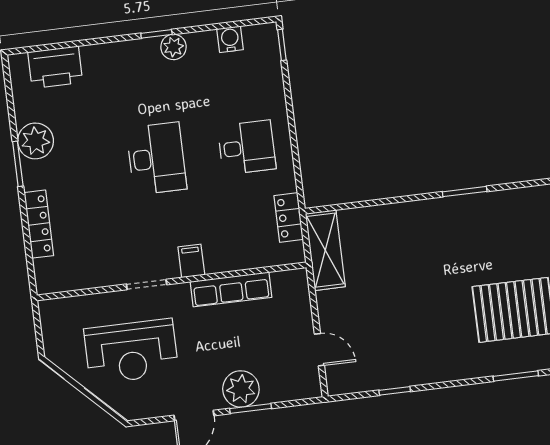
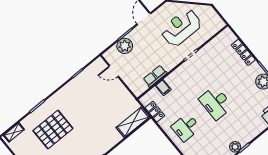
shelving: (325, 250) -> (133, 122), moved, turned 90
filing cabinet: (191, 261) -> (163, 88), moved
row of seats: (231, 289) -> (155, 76), width x0.68
plant: (241, 389) -> (125, 46), moved

